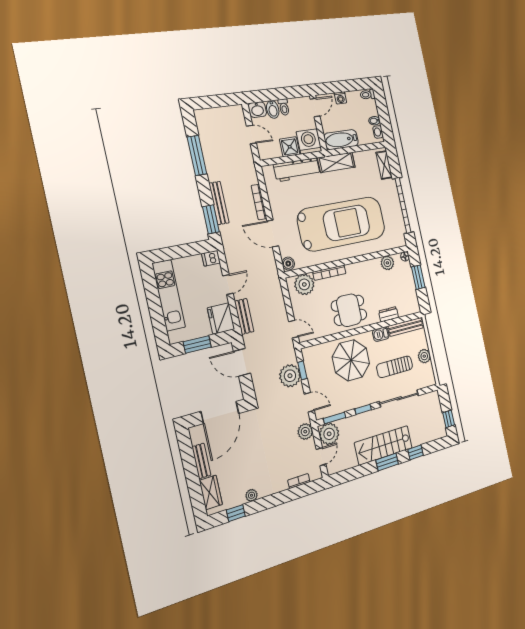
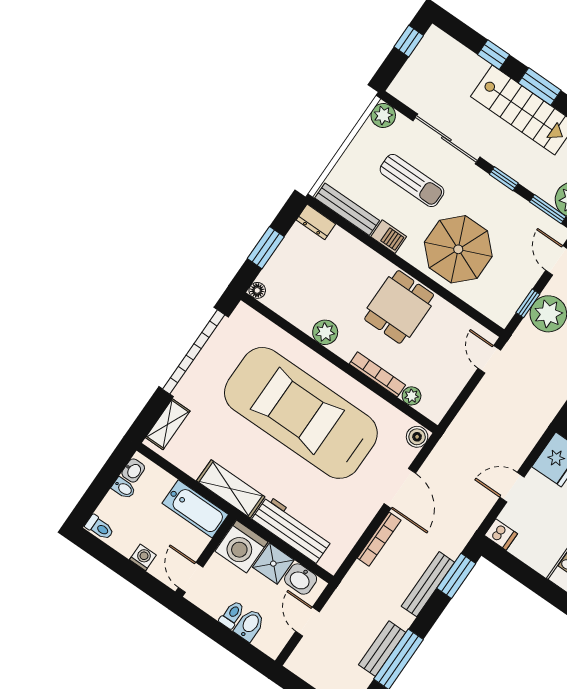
door: (315, 108) -> (191, 577), hinge flipped
washbasin: (257, 110) -> (301, 579), moved, turned 180
plant: (387, 263) -> (325, 332), moved
plant: (304, 284) -> (412, 396), width x0.53, depth x0.53
dining table: (349, 310) -> (399, 307), turned 90
dresser: (389, 314) -> (316, 222), moved
bench: (244, 316) -> (382, 649), moved
plant: (424, 356) -> (383, 115), moved

